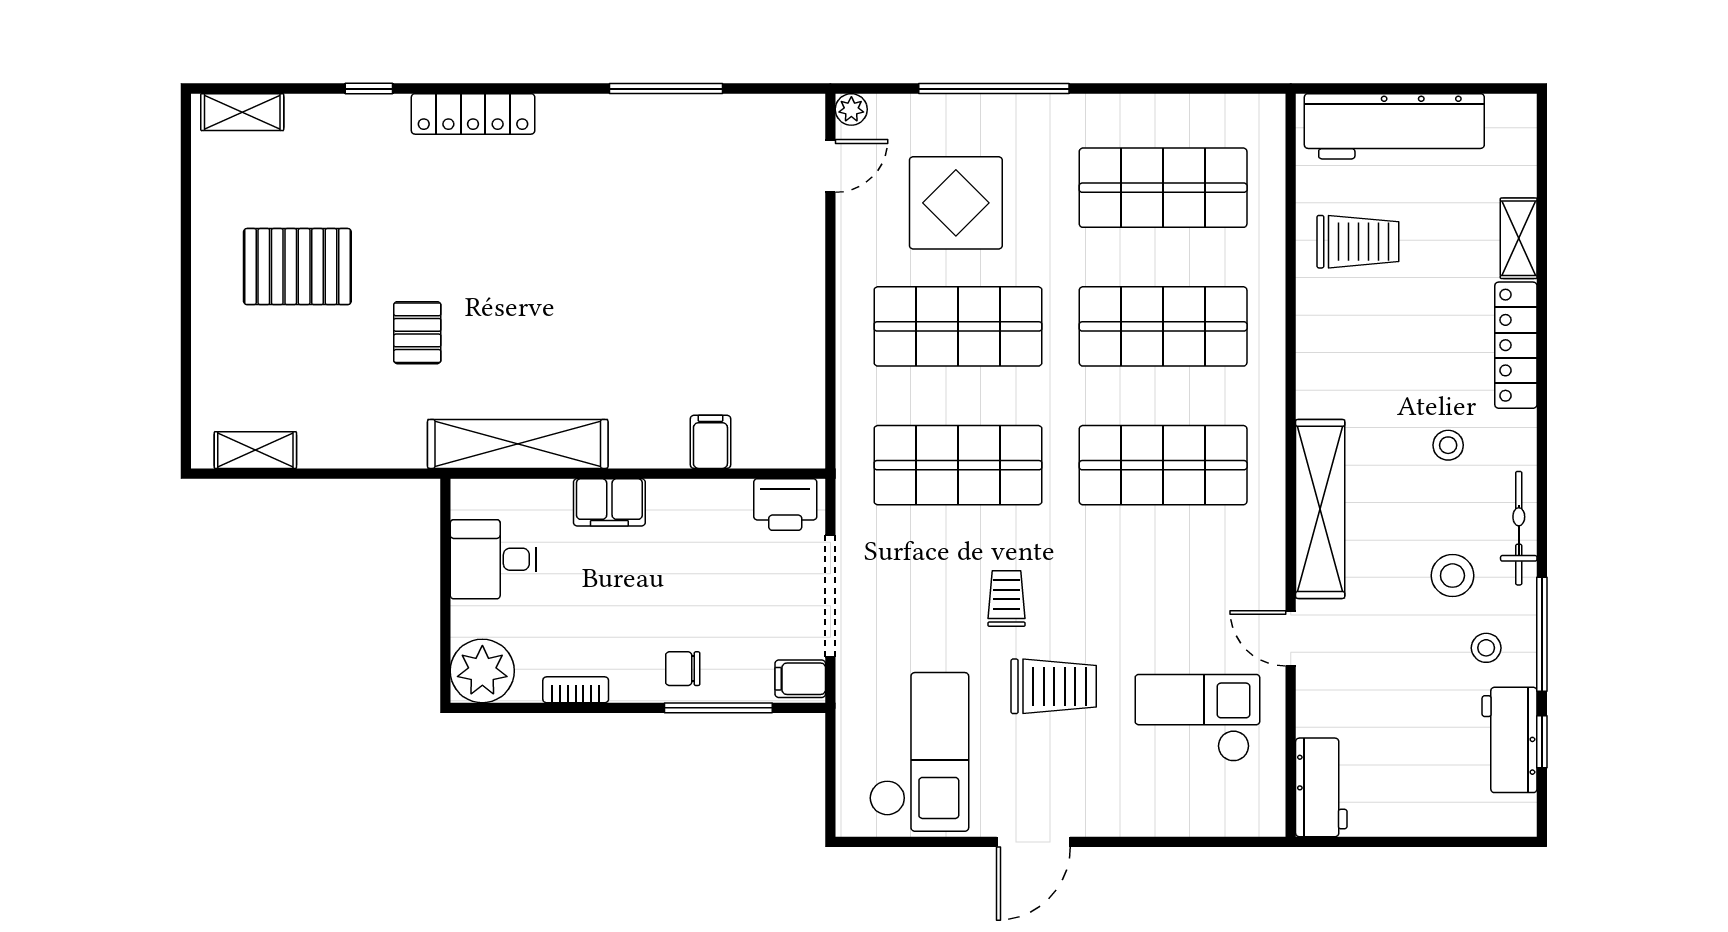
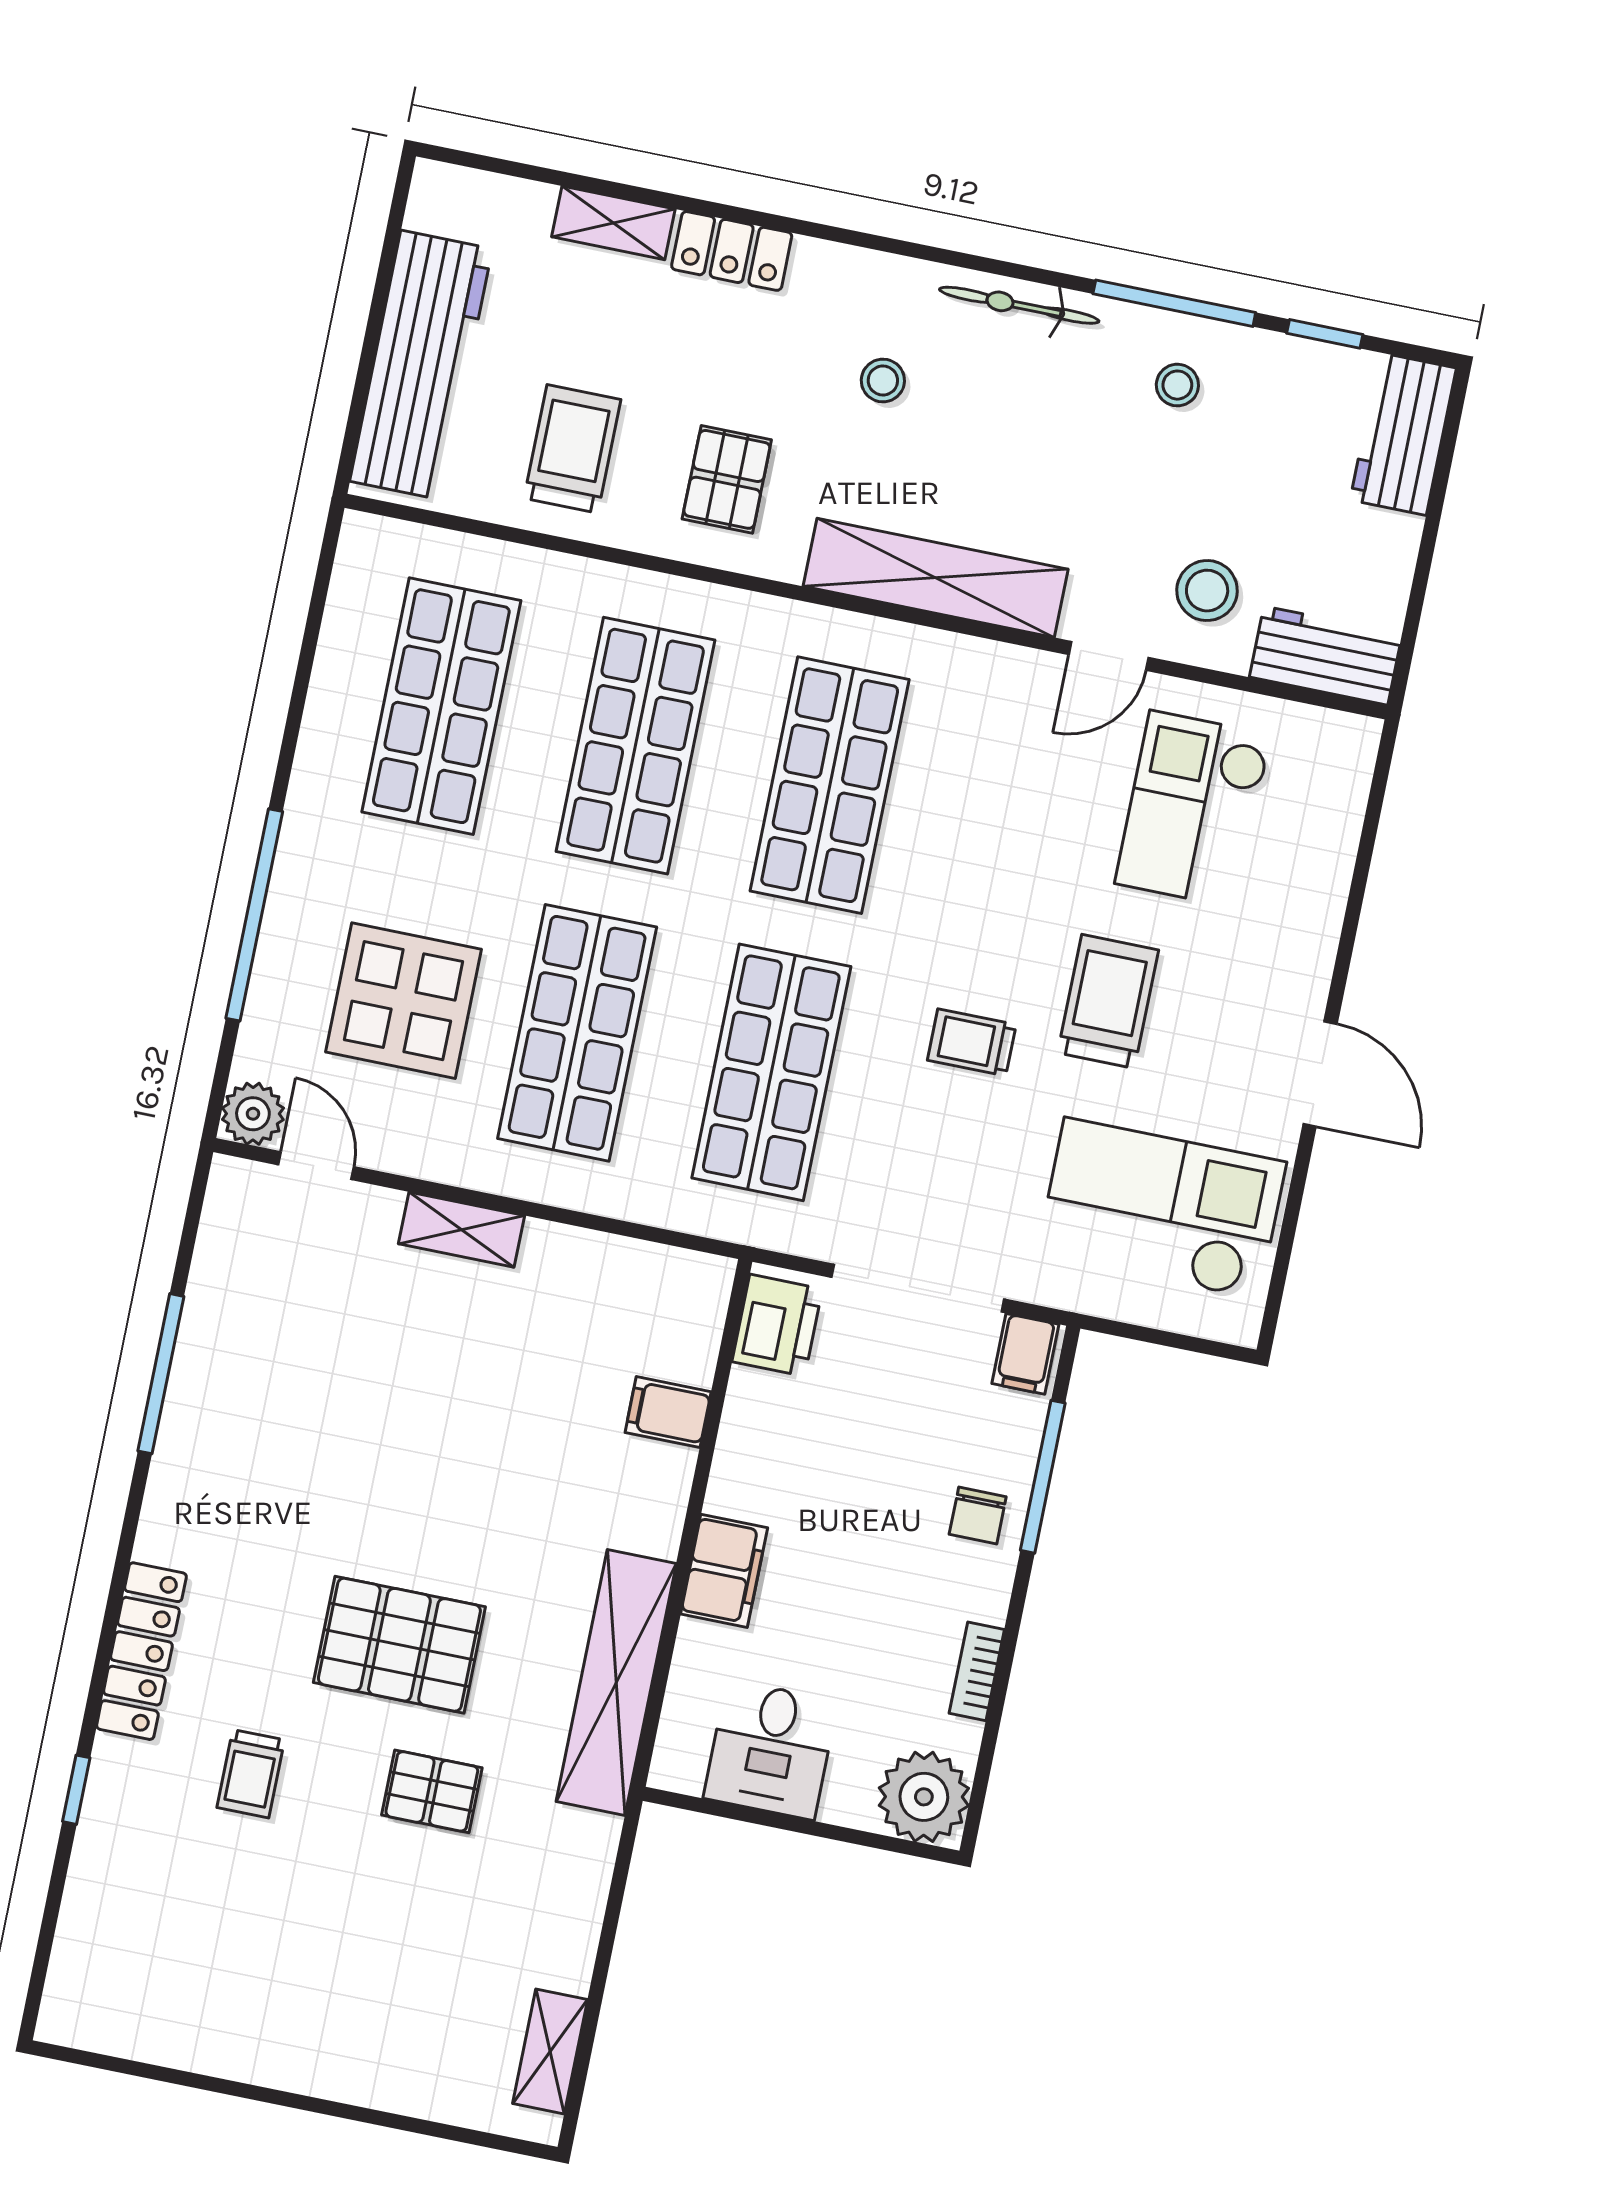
plant: (851, 109) -> (253, 1114), width x1.38, depth x1.38
shelving: (242, 112) -> (462, 1230), moved, turned 90
trolley: (404, 206) -> (251, 1774), added
pallet: (297, 267) -> (399, 1645), moved, turned 90
locker: (1516, 345) -> (732, 251), width x0.66
pallet: (1359, 352) -> (727, 479), added
stool: (1452, 576) -> (1207, 591), moved
workbench: (1510, 740) -> (1403, 434), moved, turned 90

